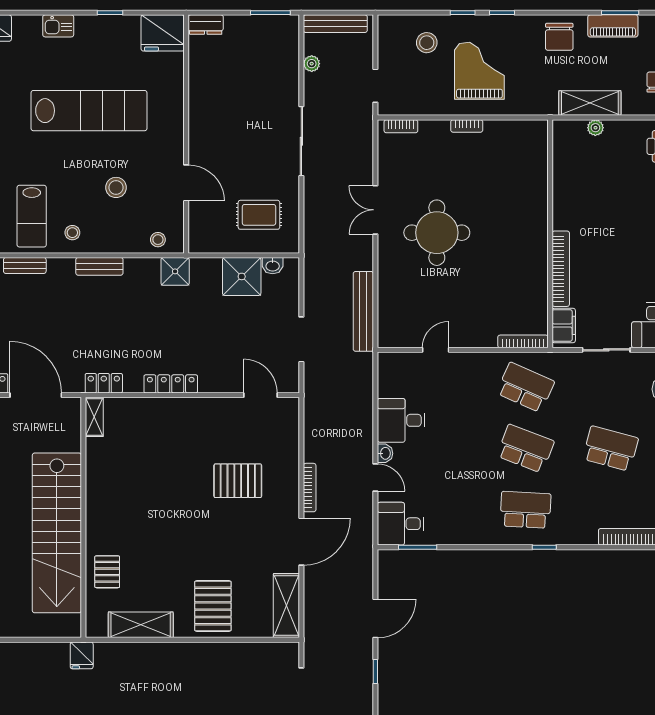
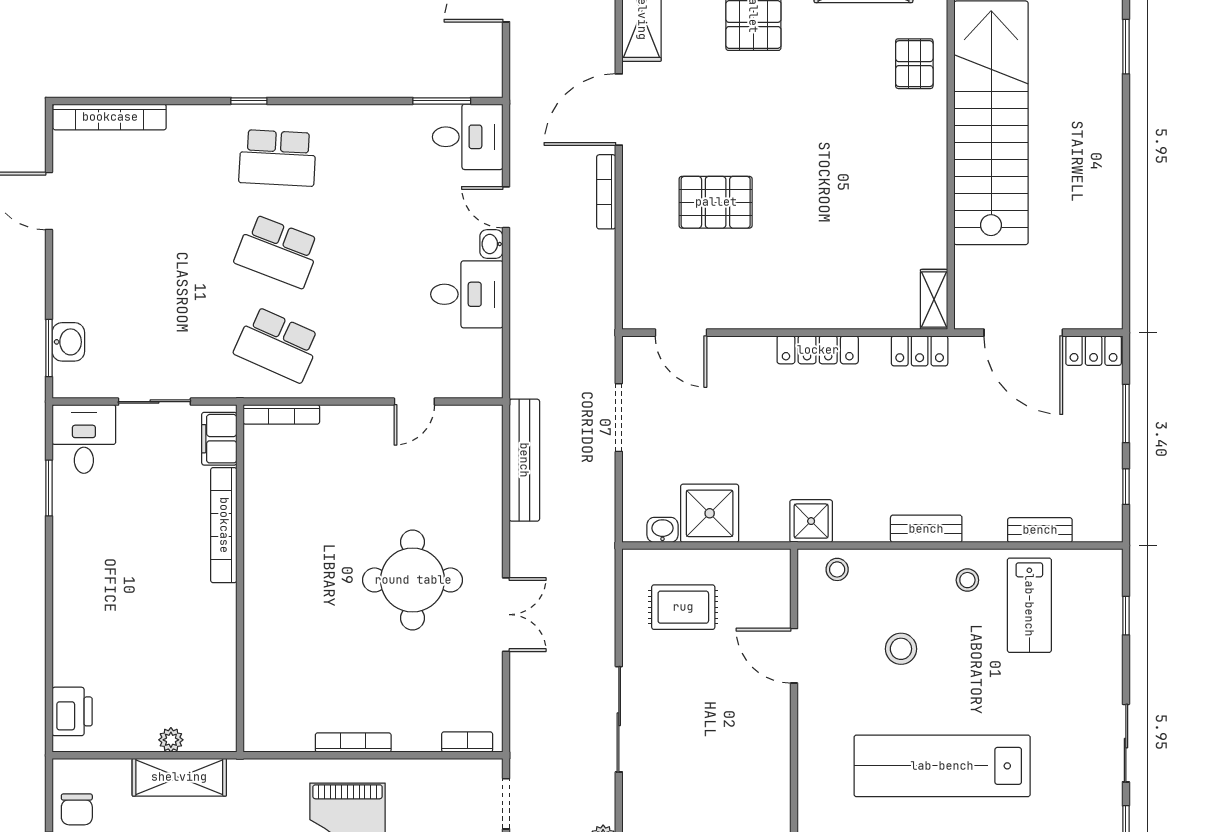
bookcase: (467, 126) -> (353, 742), width x1.56
lab bench: (32, 216) -> (1029, 605), turned 180
school desk: (611, 449) -> (148, 251), removed

